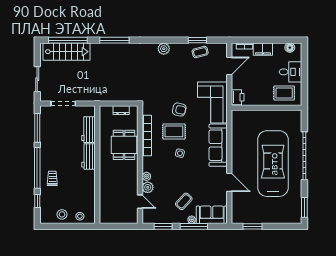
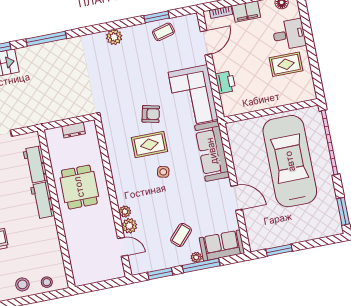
wall: (267, 108) -> (271, 111), moved
bookcase: (147, 136) -> (114, 157), removed
dining table: (124, 145) -> (79, 187), moved

